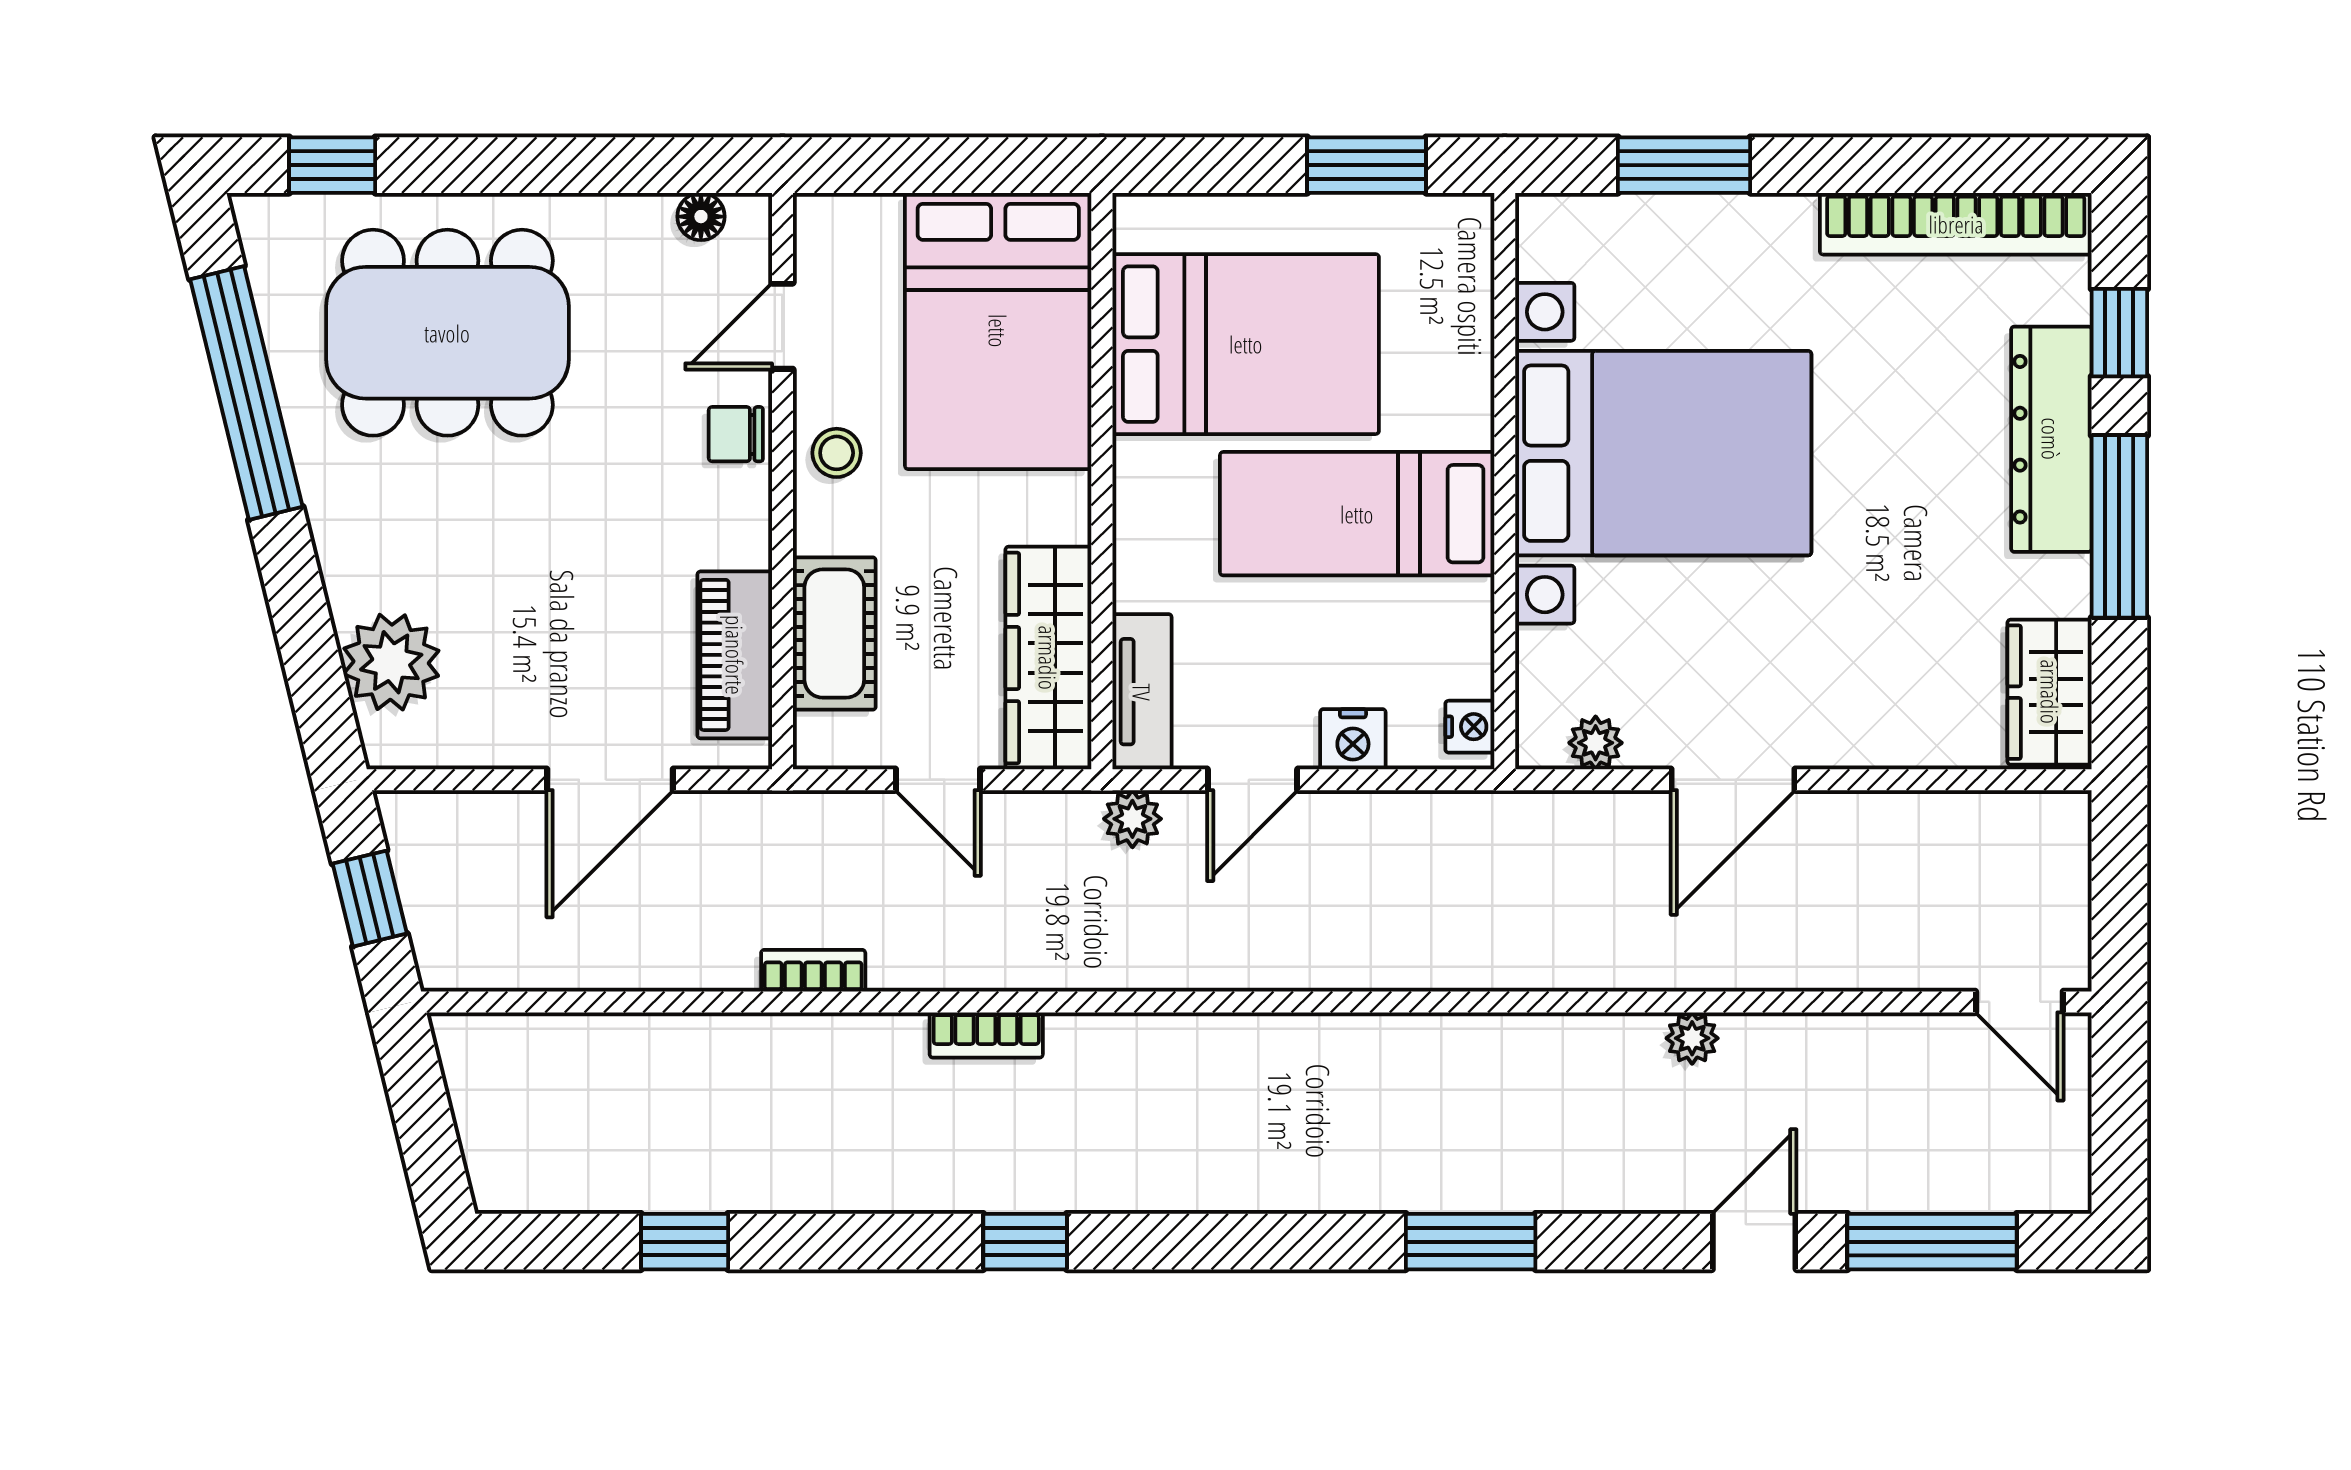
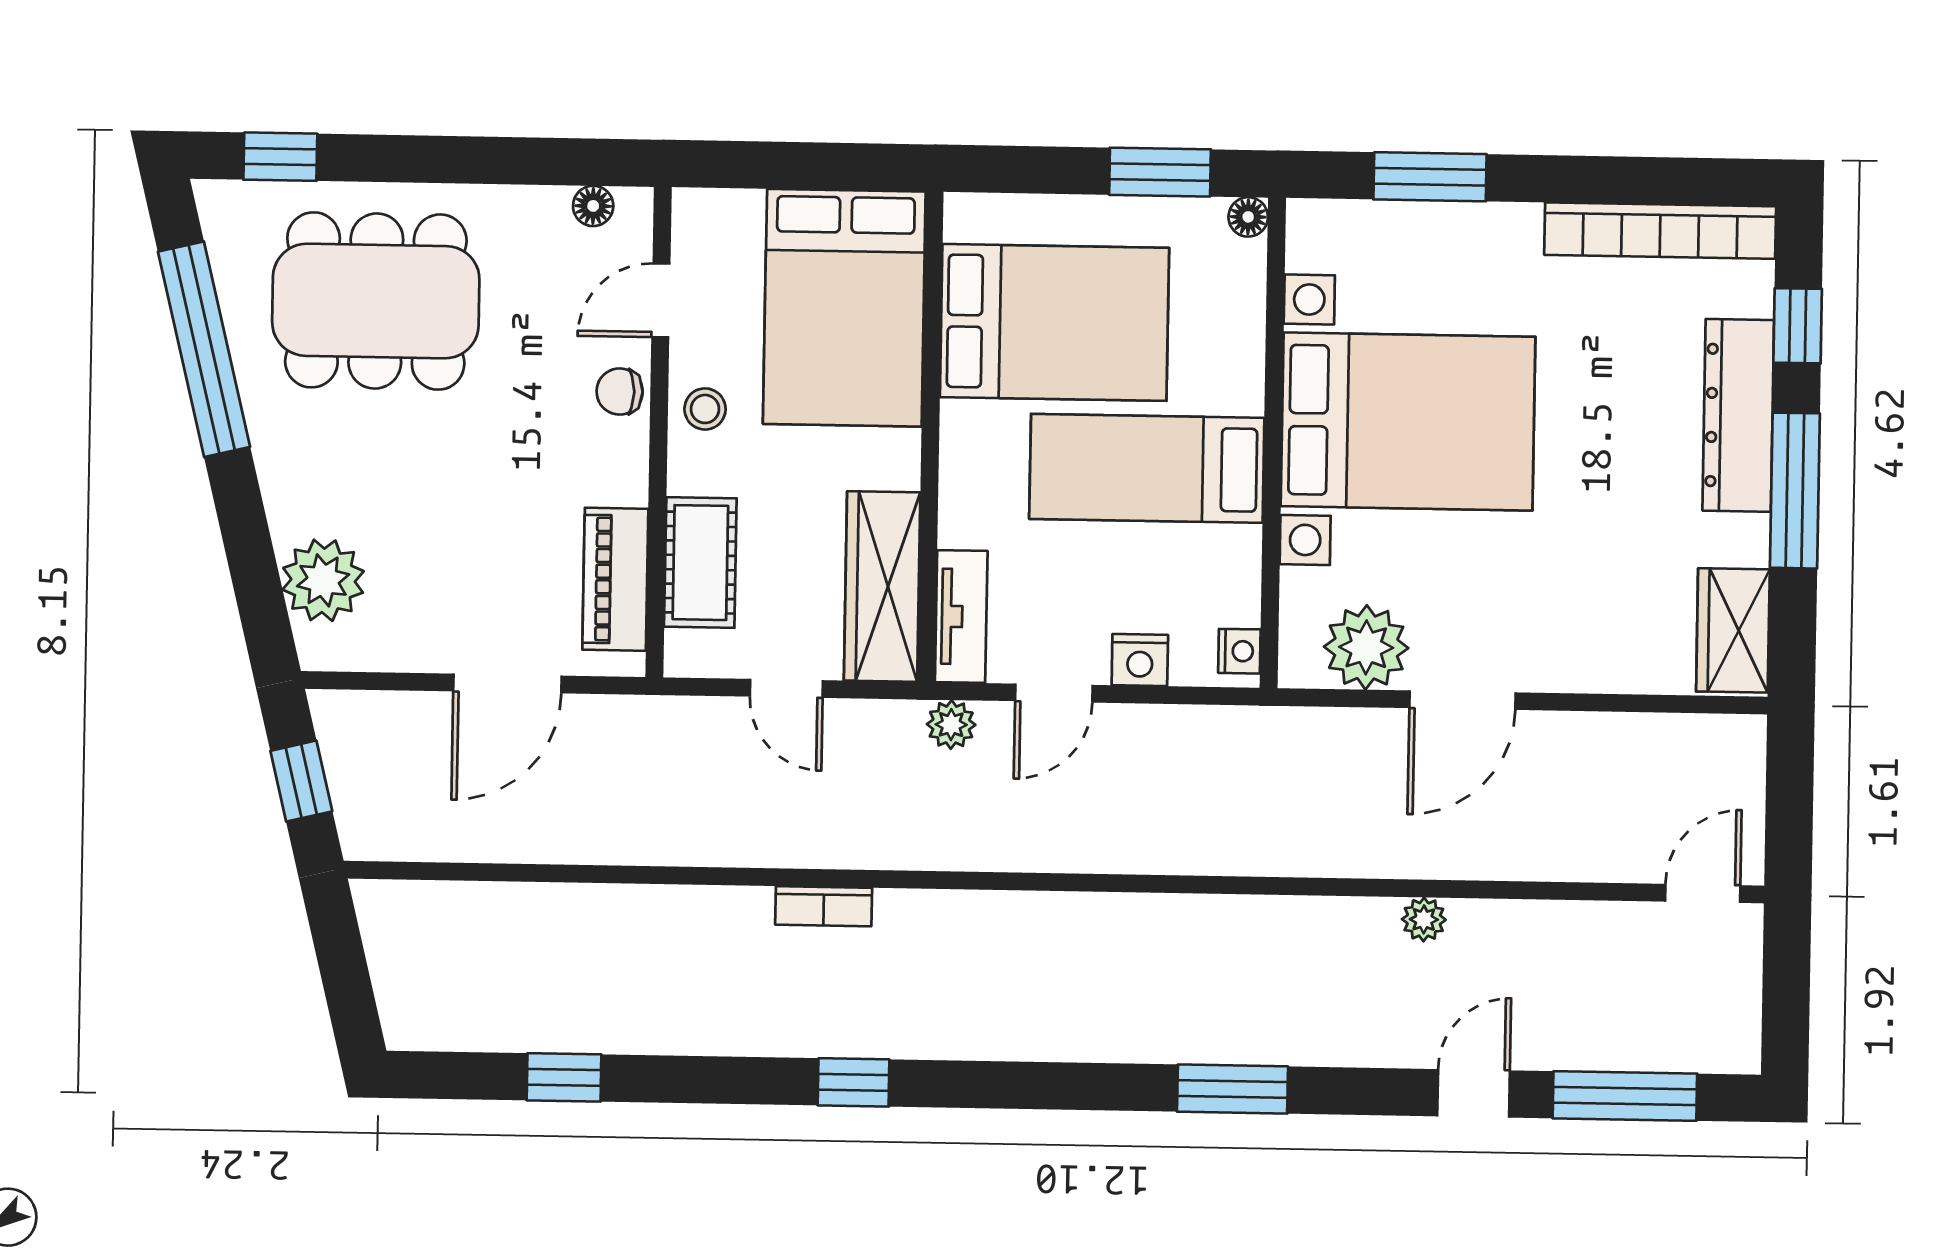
floor lamp: (1471, 216) -> (1248, 217), added
plant: (1596, 743) -> (1366, 647), width x1.87, depth x1.87
bookcase: (813, 971) -> (677, 849), removed
door: (2019, 1002) -> (1703, 893), swing flipped

